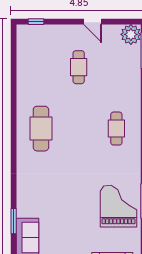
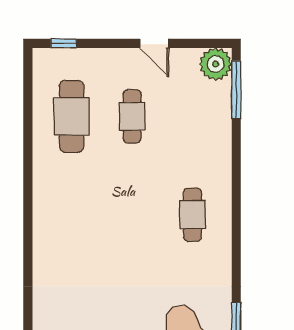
cafe table: (41, 129) -> (72, 116), moved

